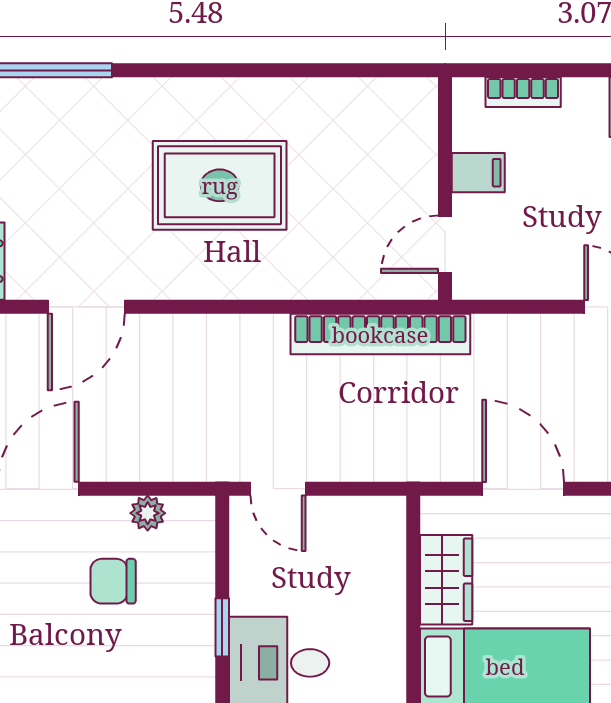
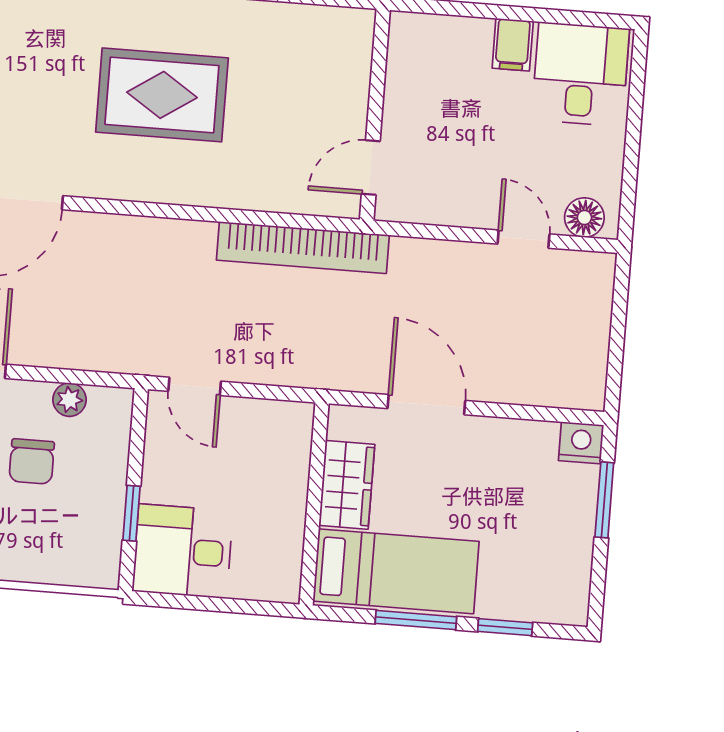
bookcase: (523, 92) -> (456, 29), removed
filing cabinet: (478, 173) -> (513, 45), moved, turned 90
chair: (113, 581) -> (32, 461), turned -90

